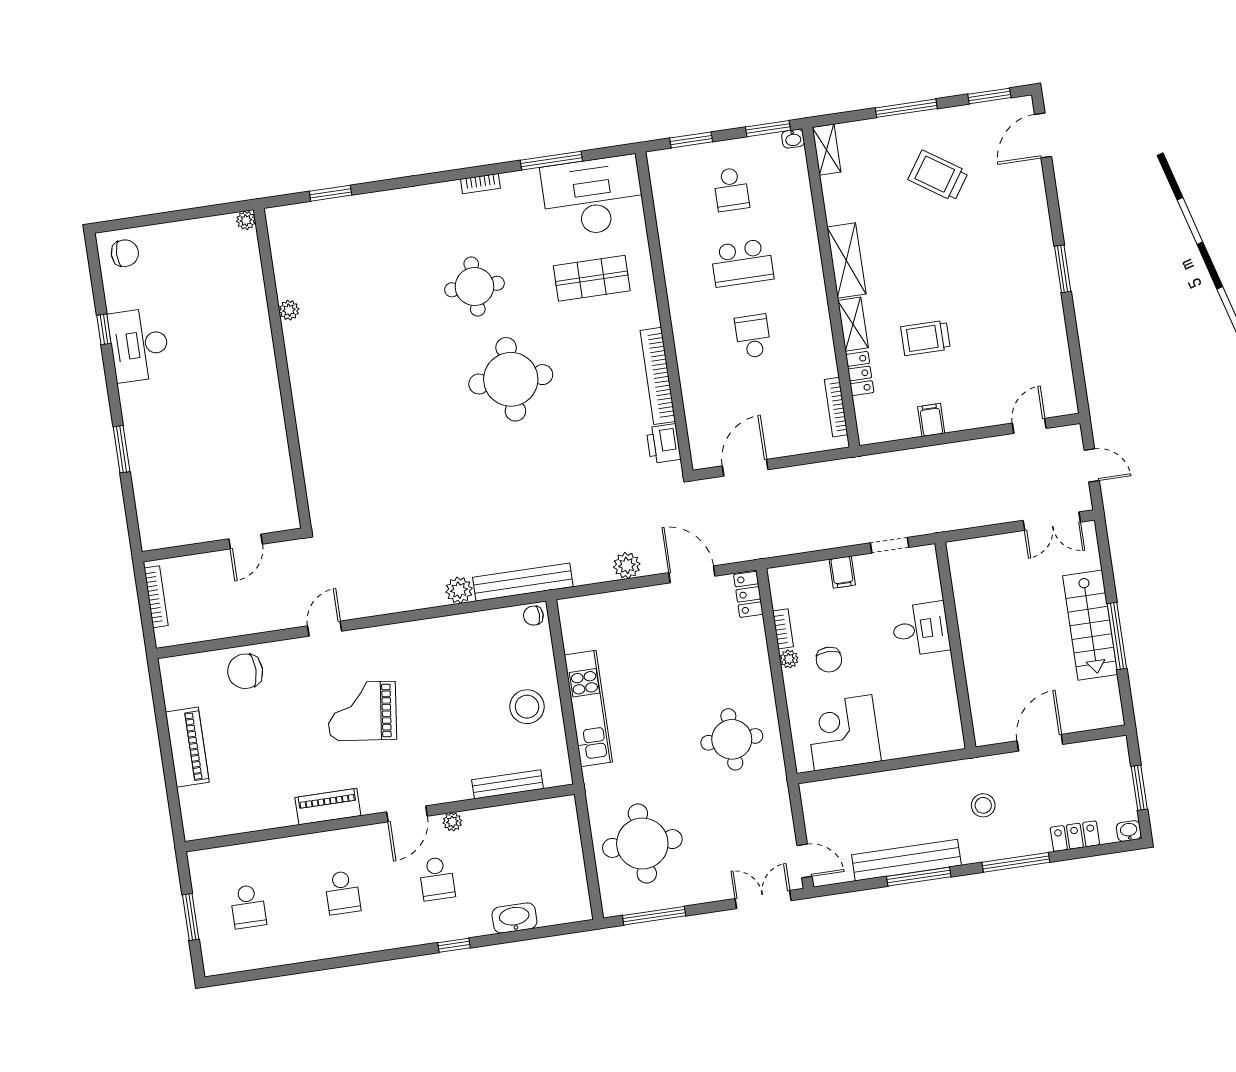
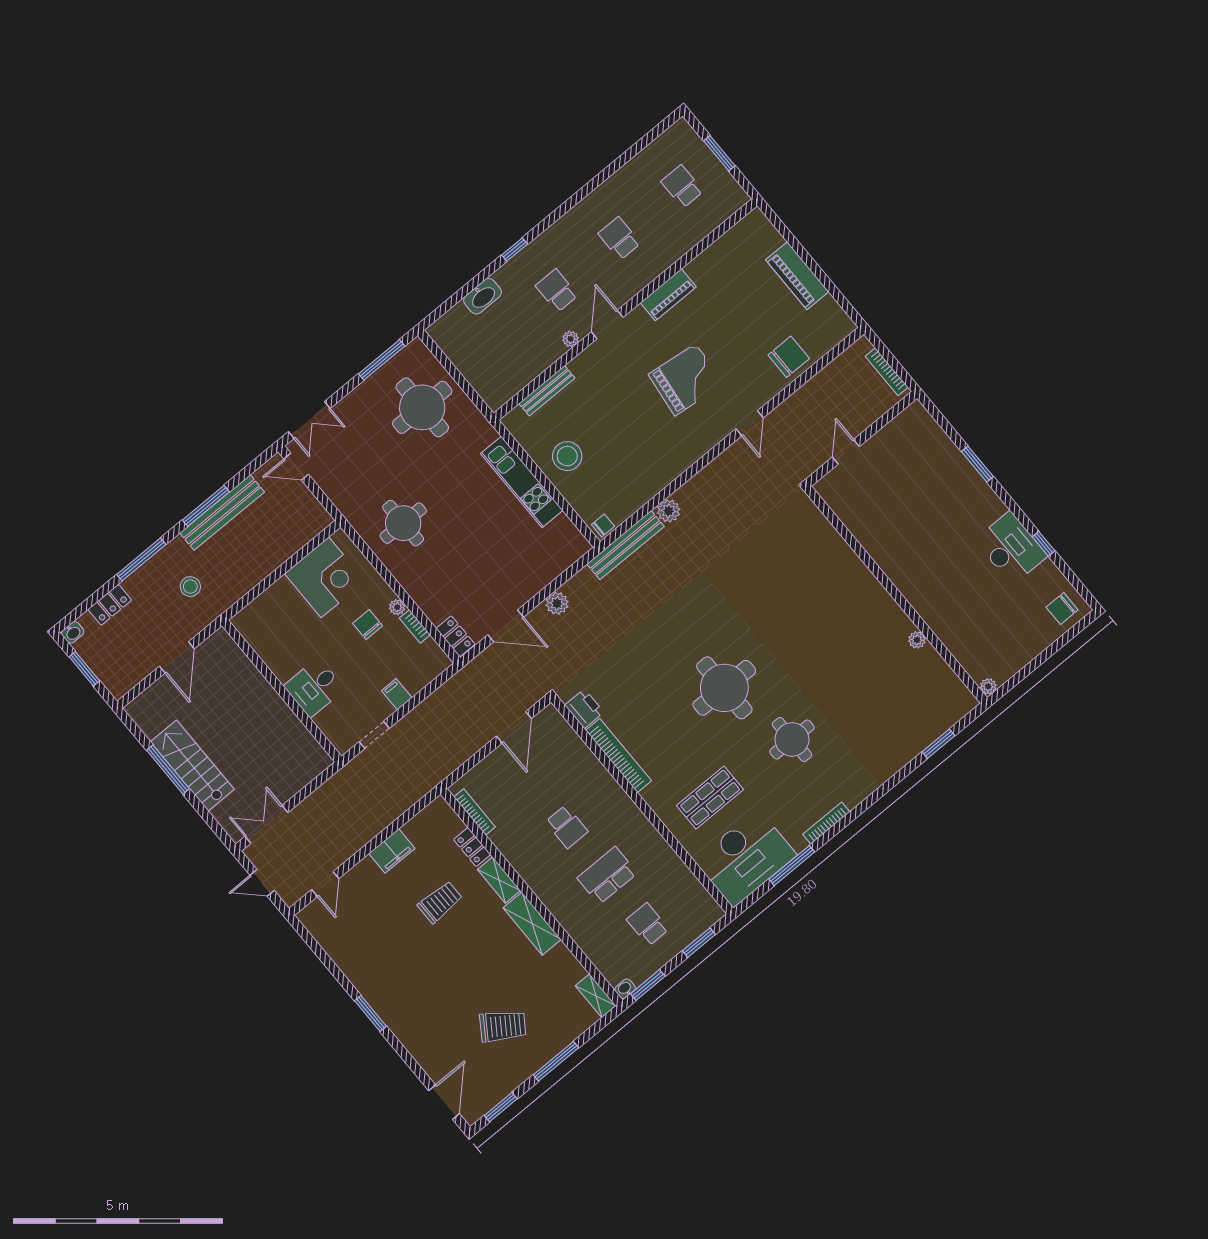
bookcase: (480, 184) -> (826, 823), width x1.56
filing cabinet: (931, 420) -> (392, 851), width x2.00

